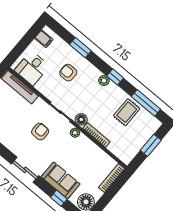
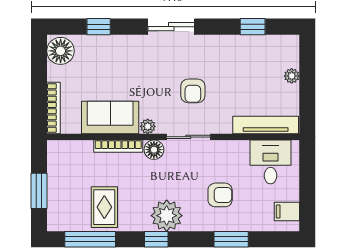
plant: (104, 80) -> (167, 216), width x1.87, depth x1.87
sofa: (61, 180) -> (110, 118), moved, turned 180

